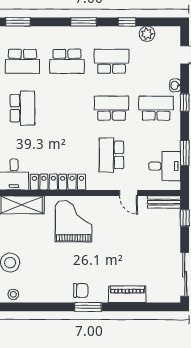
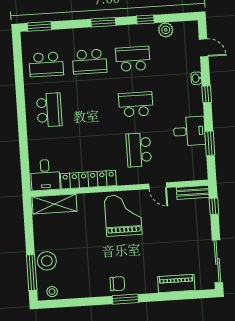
school desk: (156, 108) -> (179, 102), removed
desk: (165, 166) -> (189, 131), moved
grand piano: (74, 221) -> (123, 215), moved
piano: (127, 294) -> (176, 283), moved

